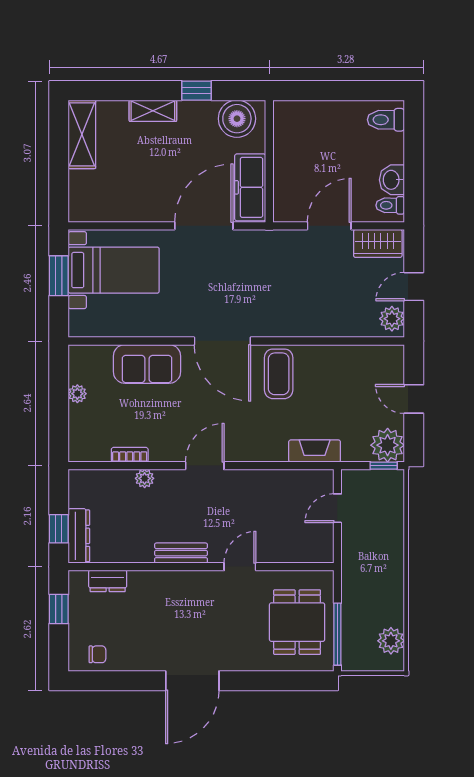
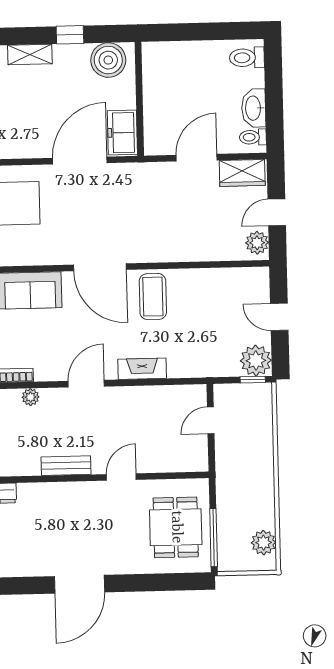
washbasin: (392, 180) -> (254, 108), width x1.38
freezer: (250, 187) -> (122, 133), width x0.71
fireplace: (315, 451) -> (142, 369), moved

